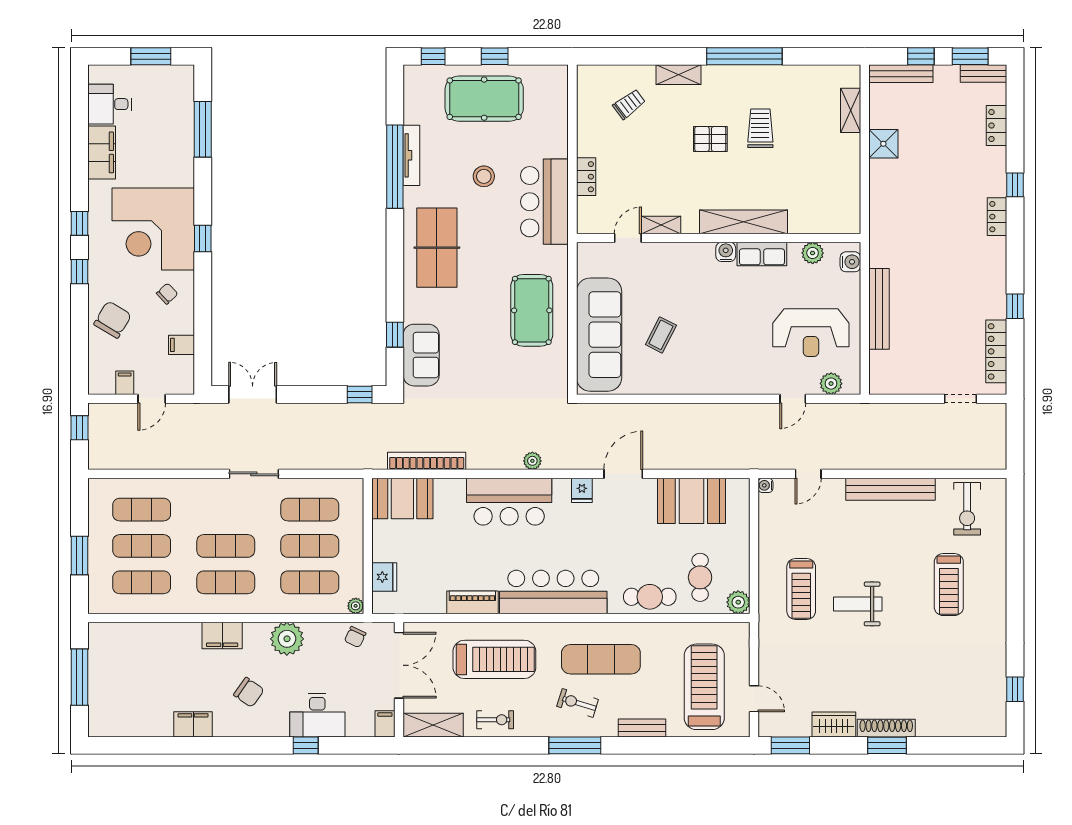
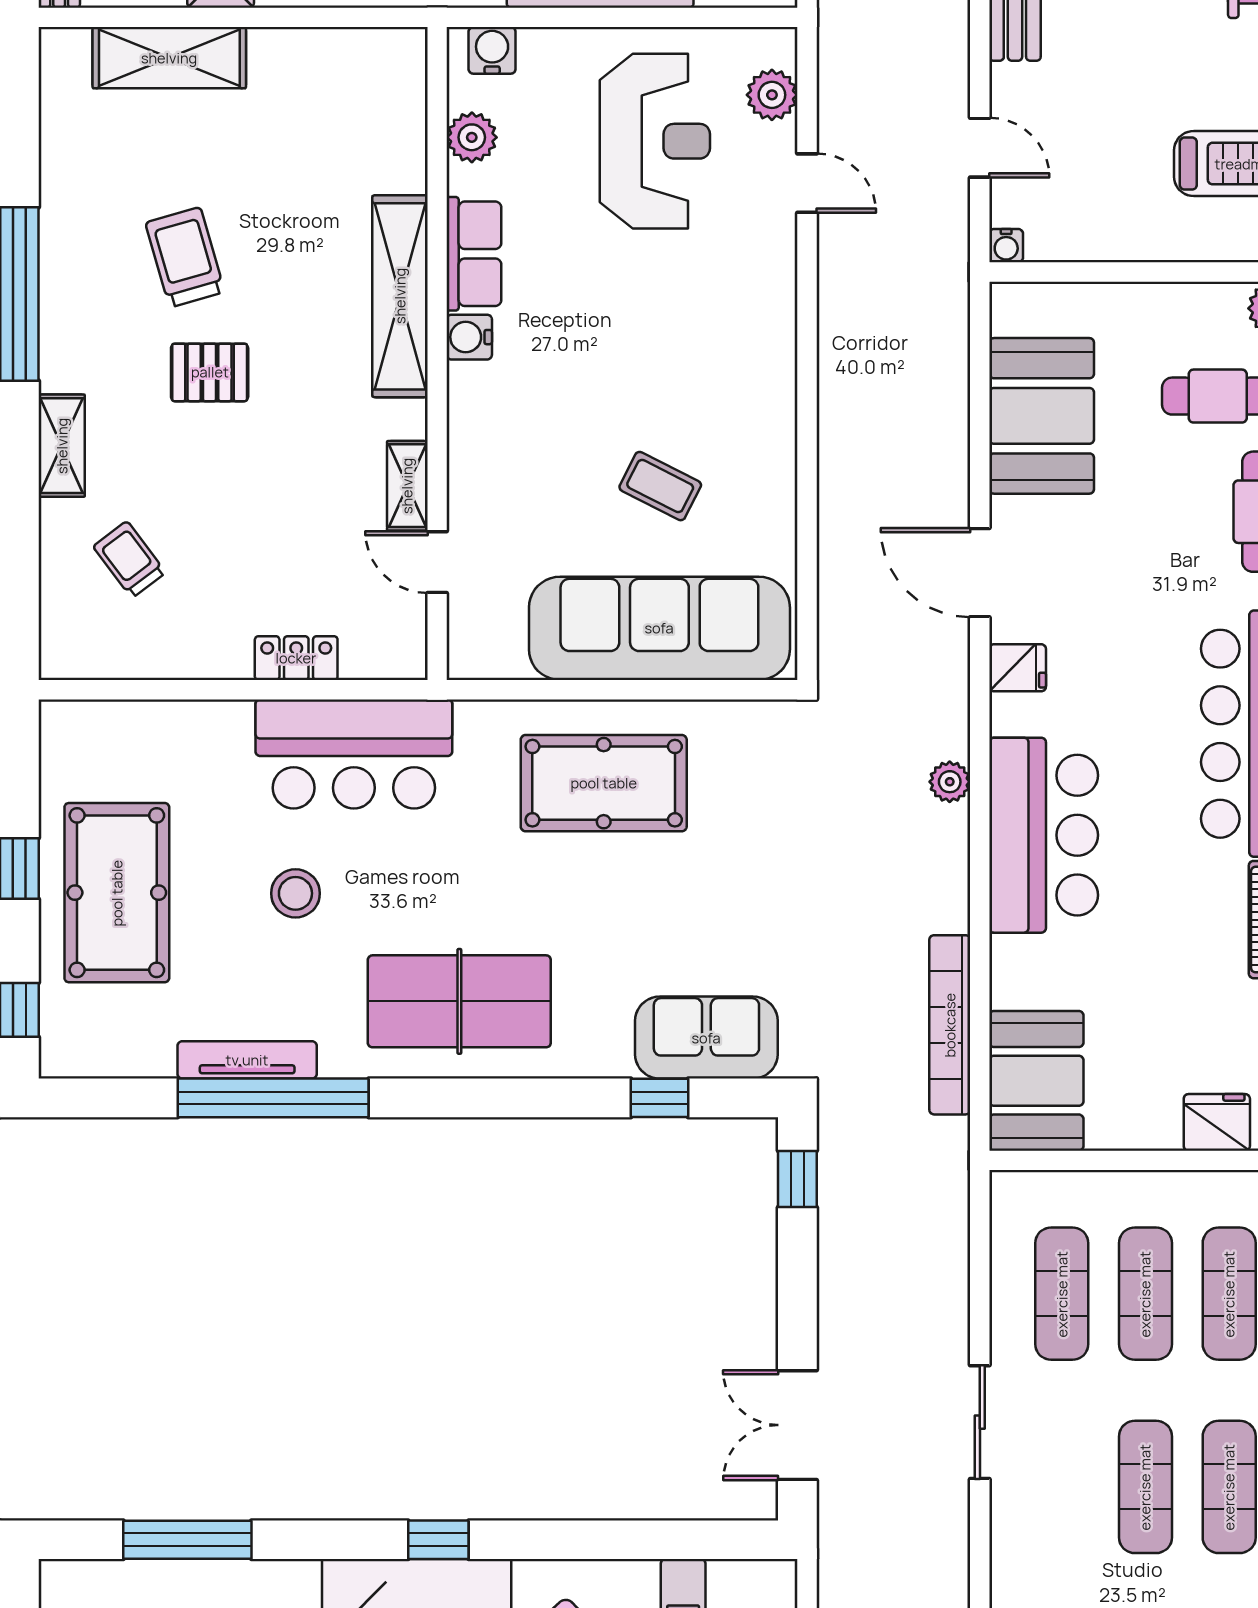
shelving: (851, 110) -> (169, 58), width x1.50, depth x1.33
trolley: (760, 128) -> (185, 257), turned 74
pallet: (710, 139) -> (210, 372), turned 90

